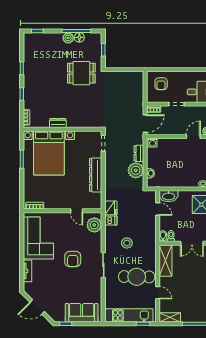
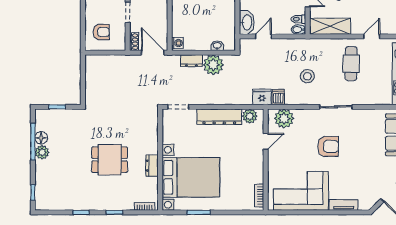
dining table: (81, 73) -> (110, 160), moved, turned 90
plant: (96, 199) -> (250, 116), added
cafe table: (137, 277) -> (351, 64), width x0.73, depth x0.74

